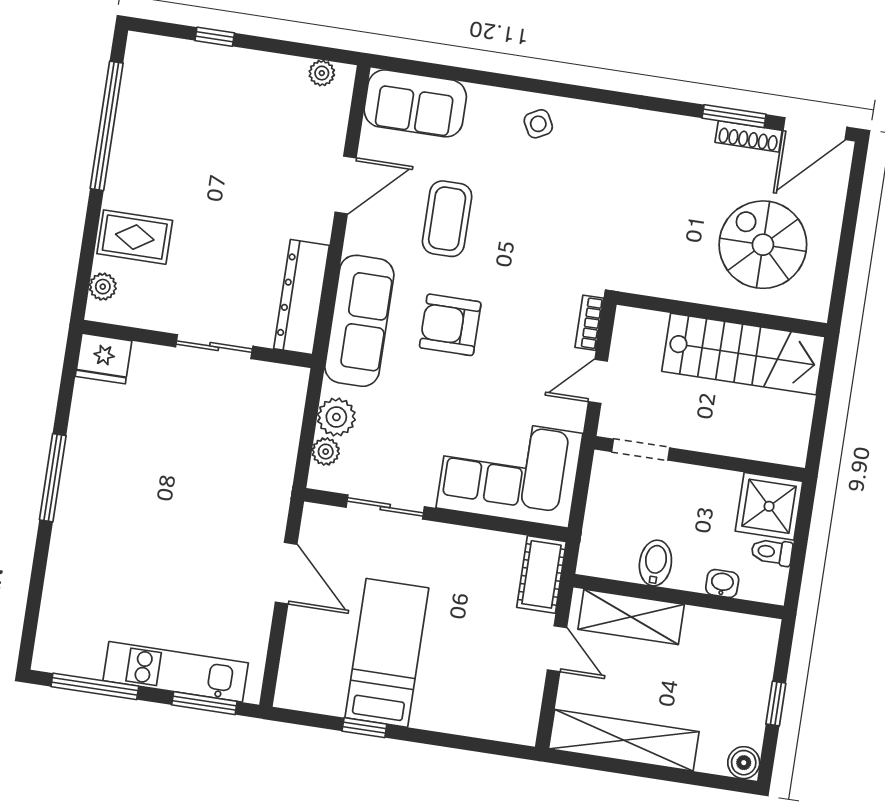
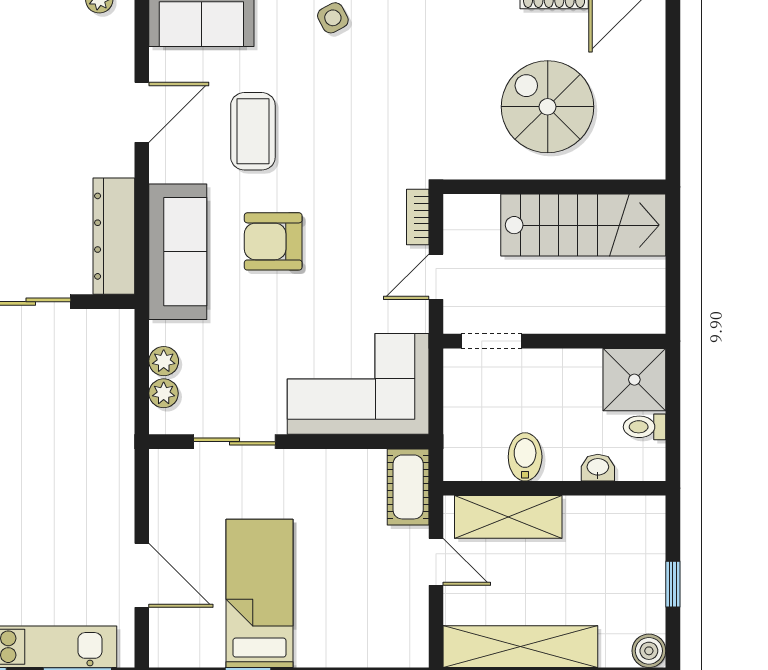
spiral stairs: (763, 245) -> (548, 107), moved
plant: (336, 417) -> (164, 361), width x0.73, depth x0.73
door: (286, 573) -> (142, 575), moved

